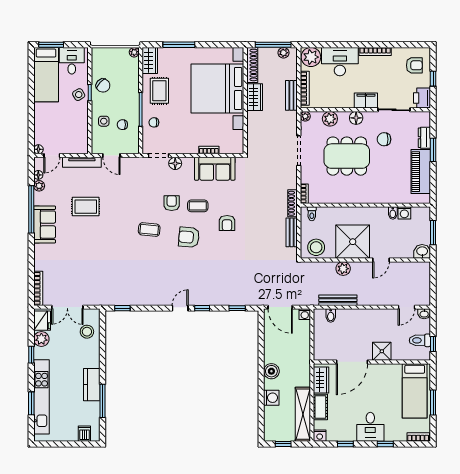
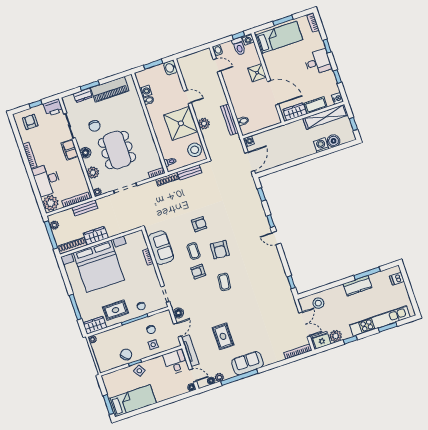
desk: (72, 61) -> (175, 362), moved, turned 90
floor lamp: (175, 163) -> (178, 313), moved
washing machine: (425, 354) -> (248, 39), added
boiler: (271, 371) -> (334, 141), moved

